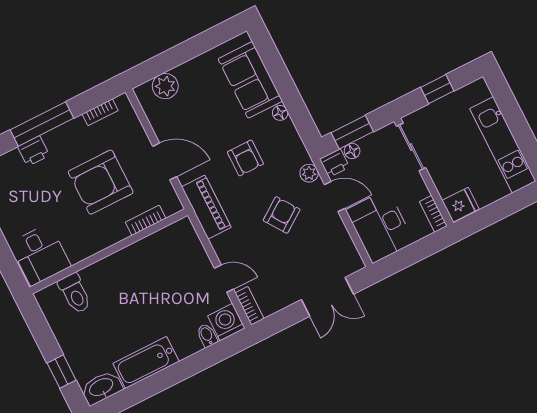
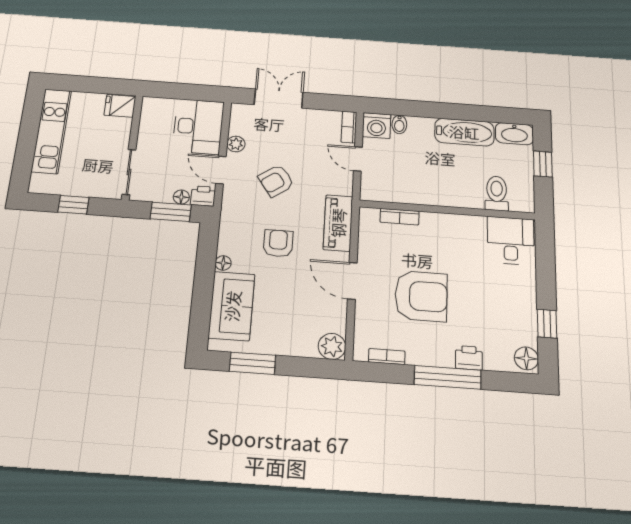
window: (204, 42) -> (253, 363), added
plant: (165, 86) -> (332, 346), moved
plant: (309, 173) -> (236, 144), moved
bookcase: (433, 214) -> (147, 111), removed
bookcase: (146, 220) -> (400, 217), moved
wall: (109, 251) -> (447, 210), moved
desk: (40, 255) -> (511, 241), moved
toilet: (75, 293) -> (497, 193), moved

